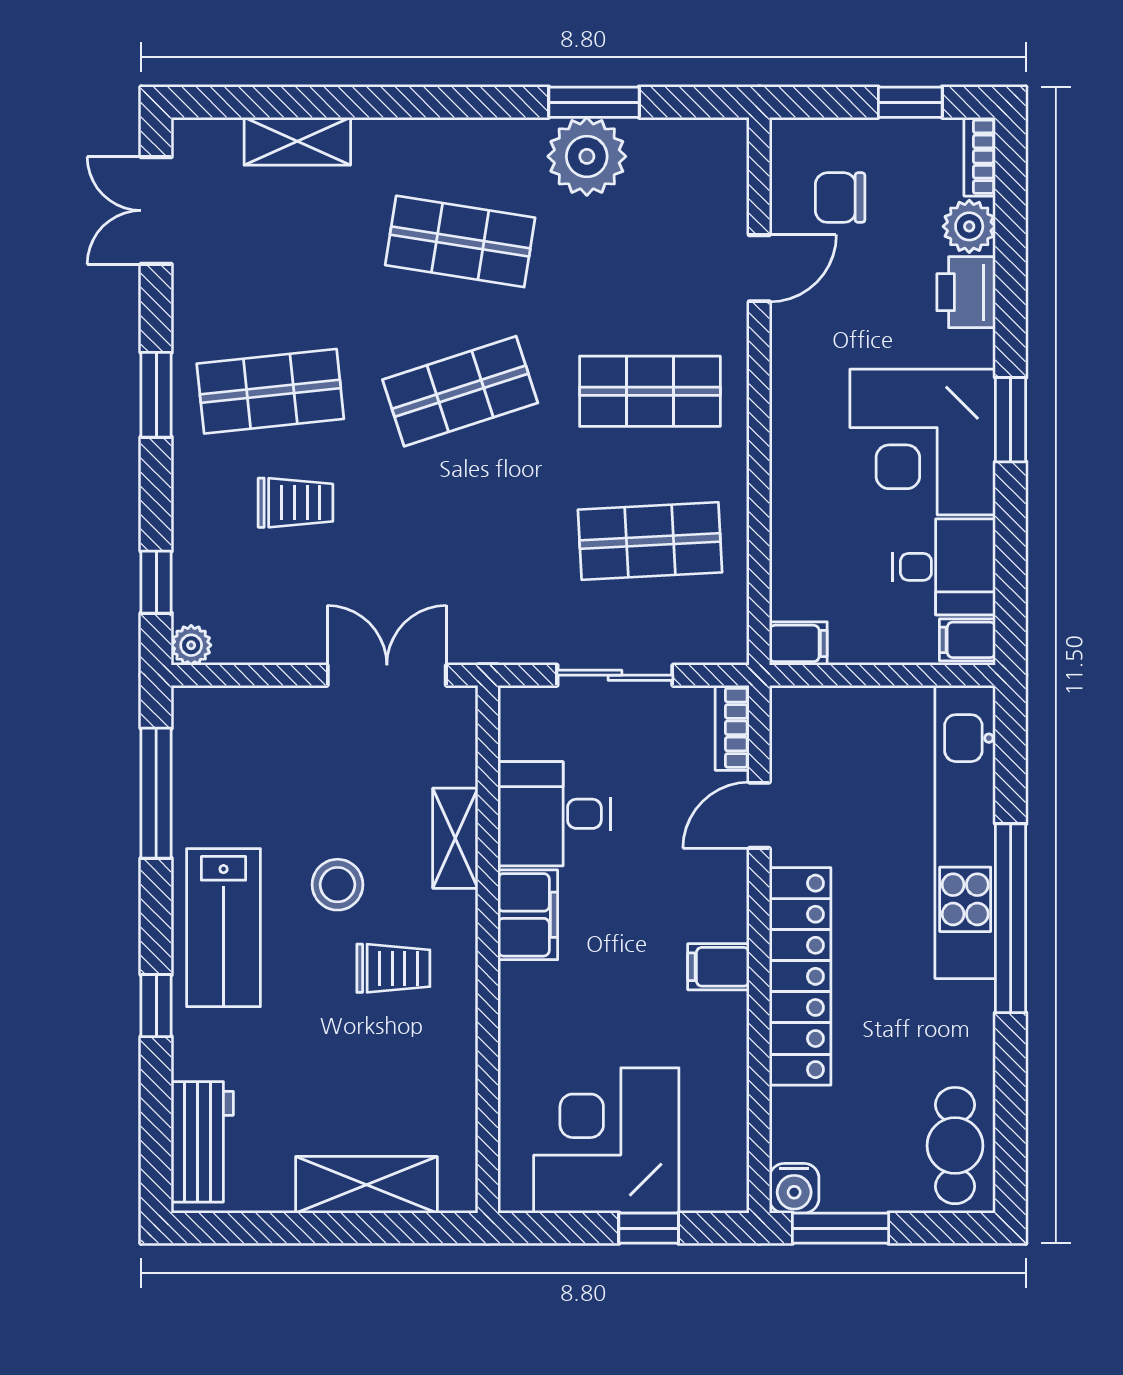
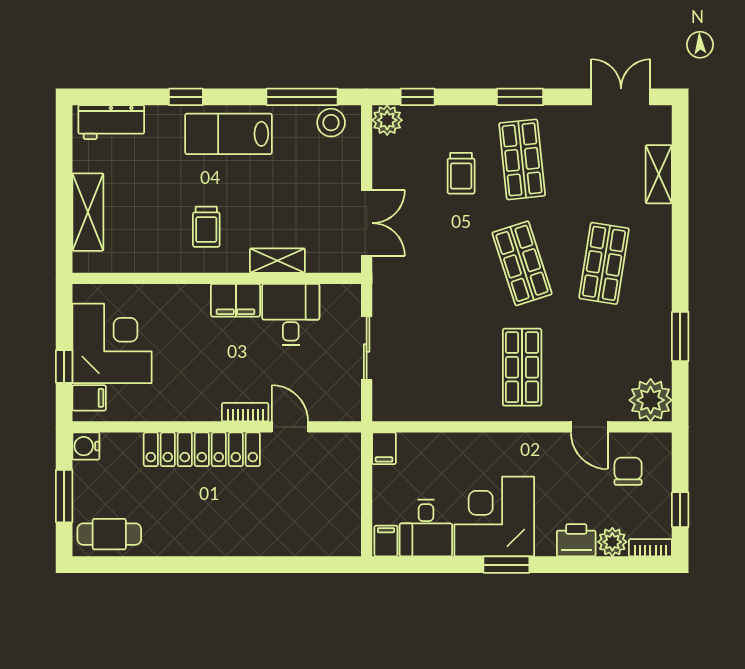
plant: (587, 156) -> (651, 400), moved
shop shelf: (650, 541) -> (440, 367), removed
plant: (191, 645) -> (387, 120), width x1.38, depth x1.38
bookcase: (732, 728) -> (245, 412), moved
kitchen unit: (965, 832) -> (281, 540), removed
stool: (338, 885) -> (331, 123), moved
window: (1011, 918) -> (234, 565), removed
filing cabinet: (718, 967) -> (89, 398), moved, turned 90
window: (841, 1228) -> (64, 496), moved

